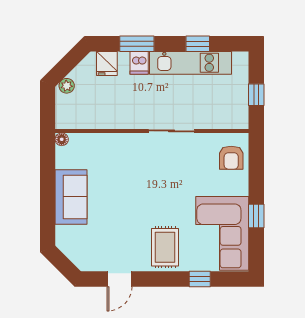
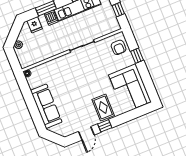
sofa: (71, 197) -> (46, 106), width x1.36
window: (256, 216) -> (137, 56), moved
window: (200, 279) -> (105, 126), moved

